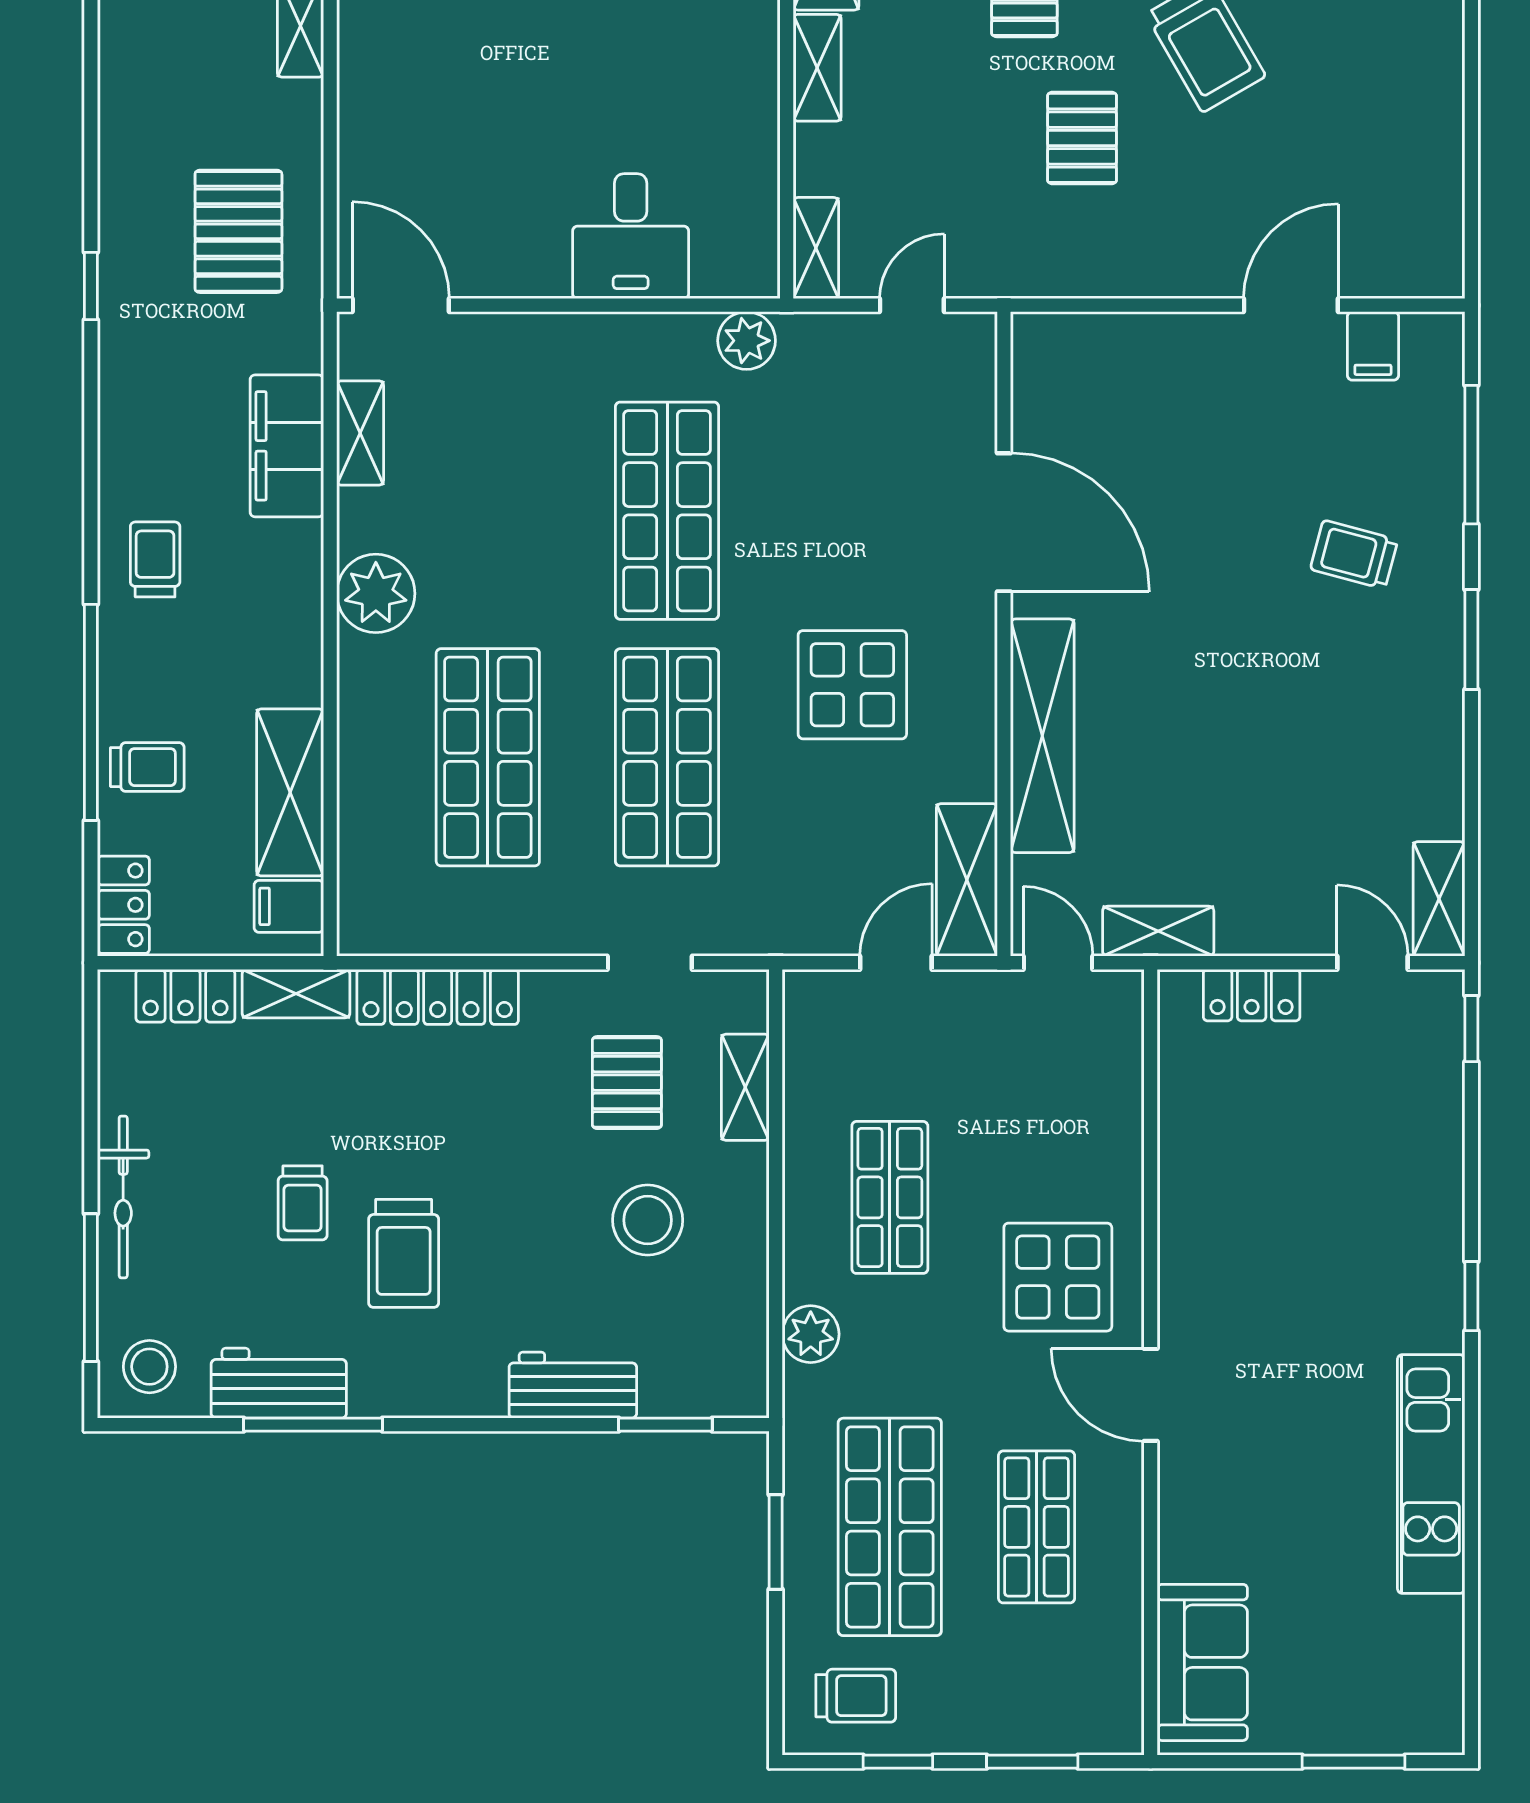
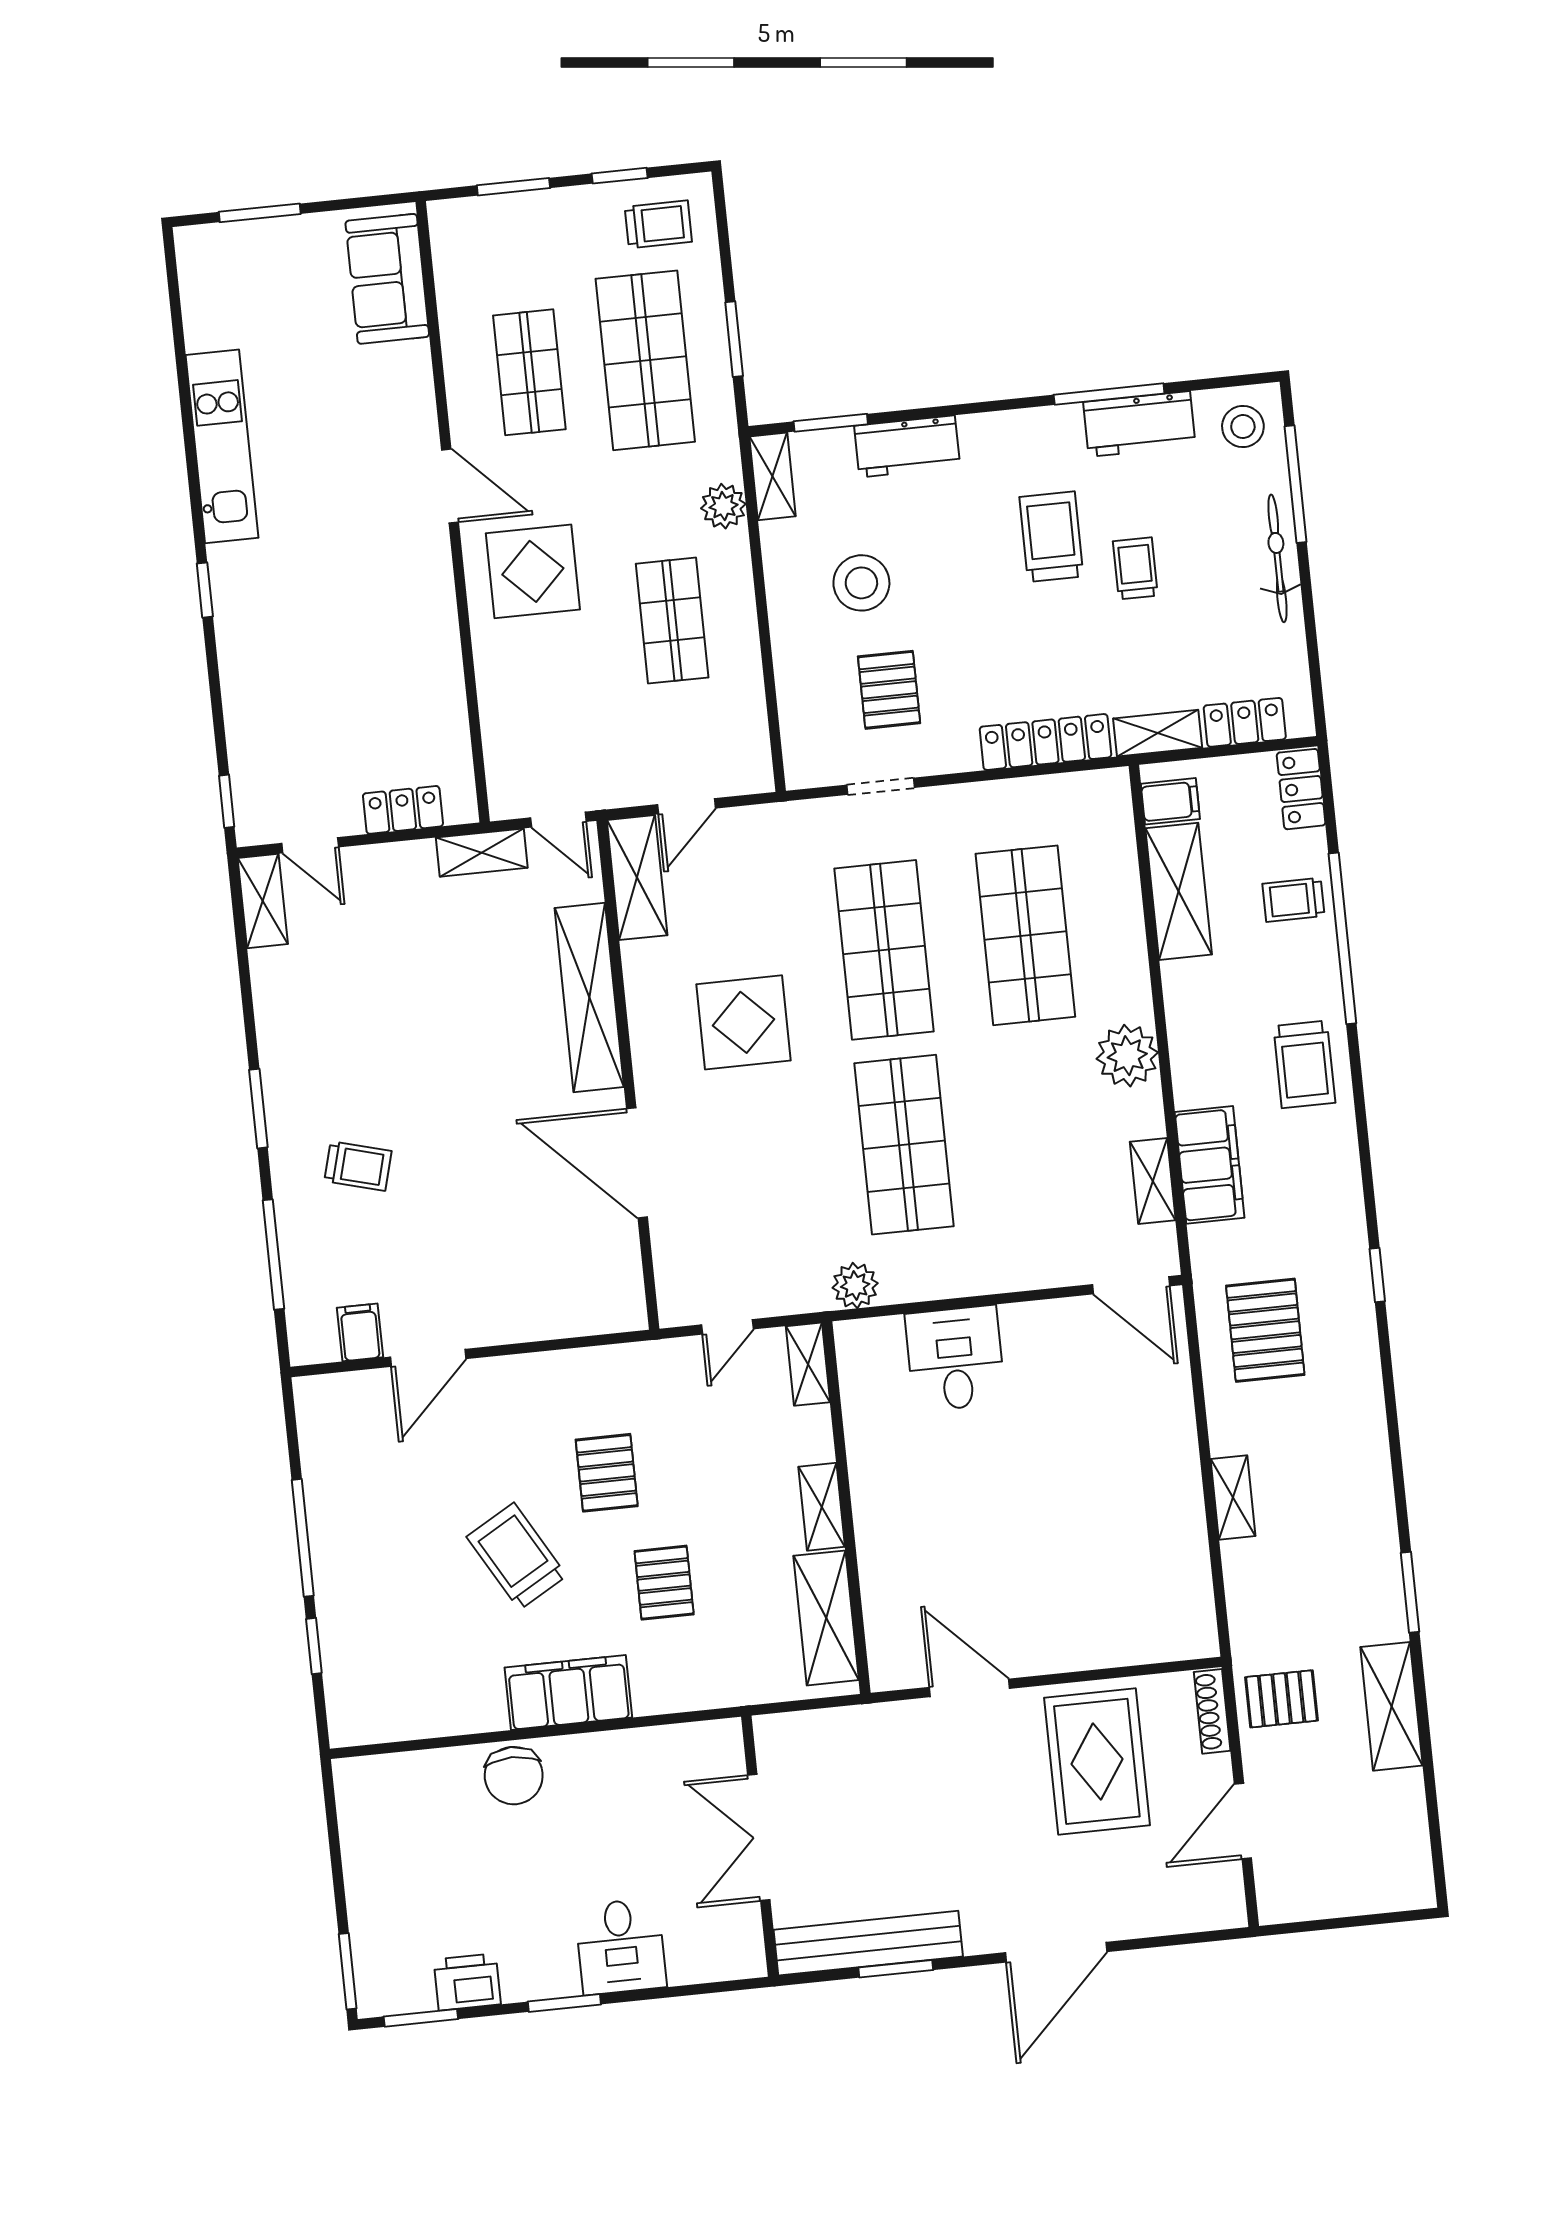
window: (1471, 96) -> (303, 1538), added
trolley: (155, 559) -> (1304, 1064), width x1.36, depth x1.39
shelving: (745, 1087) -> (773, 476), moved
trolley: (856, 1696) -> (658, 224), turned 180

